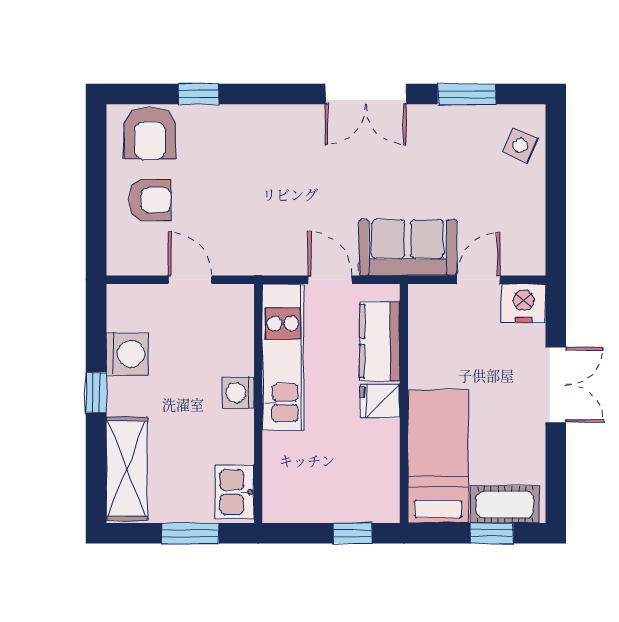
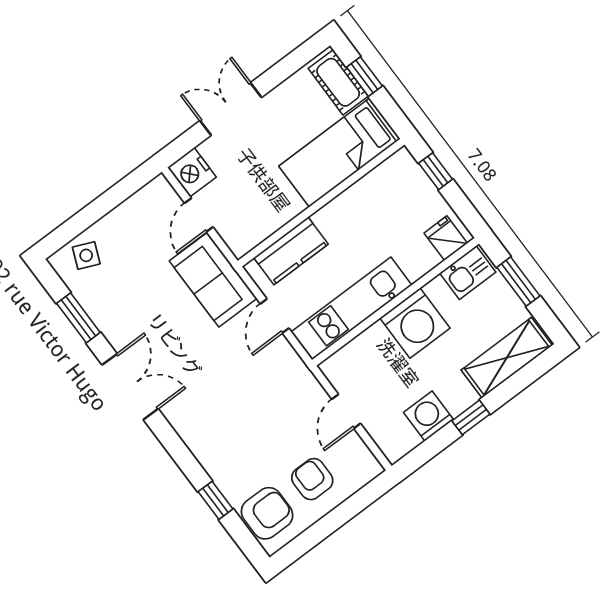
door: (479, 280) -> (199, 215), hinge flipped
washing machine: (238, 393) -> (415, 323), width x1.89, depth x1.89
fridge: (380, 401) -> (446, 238), moved, turned 180

